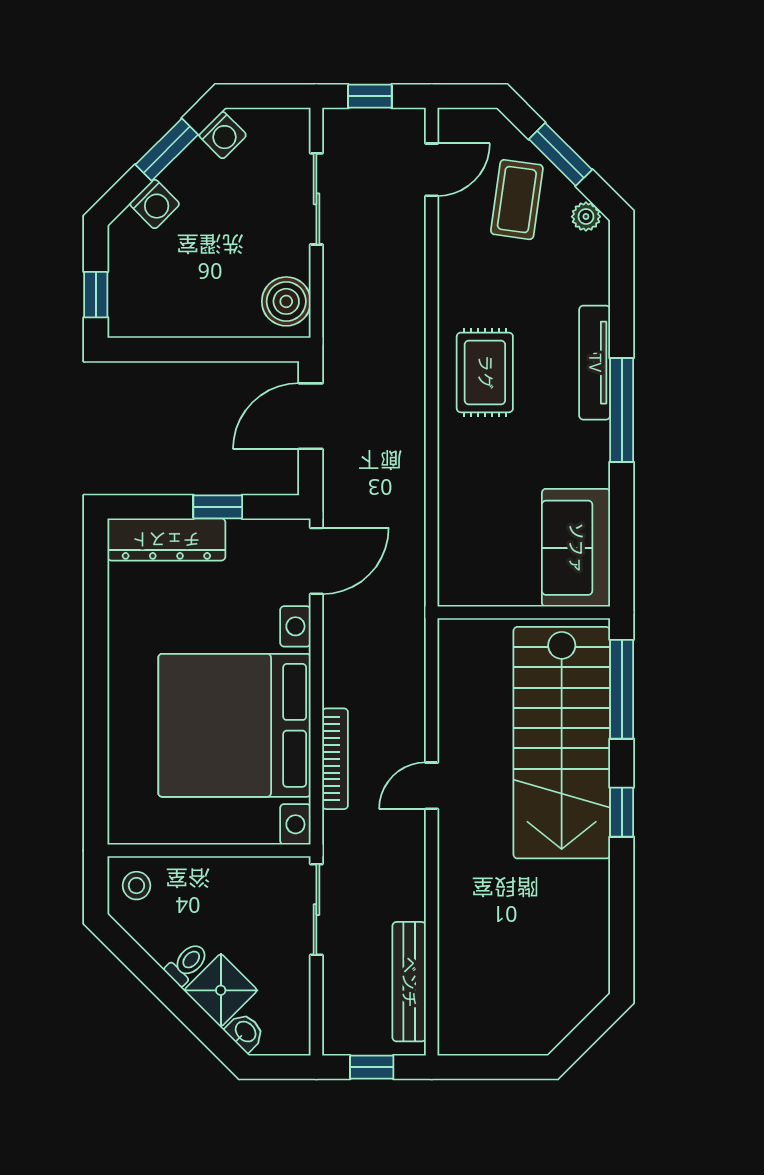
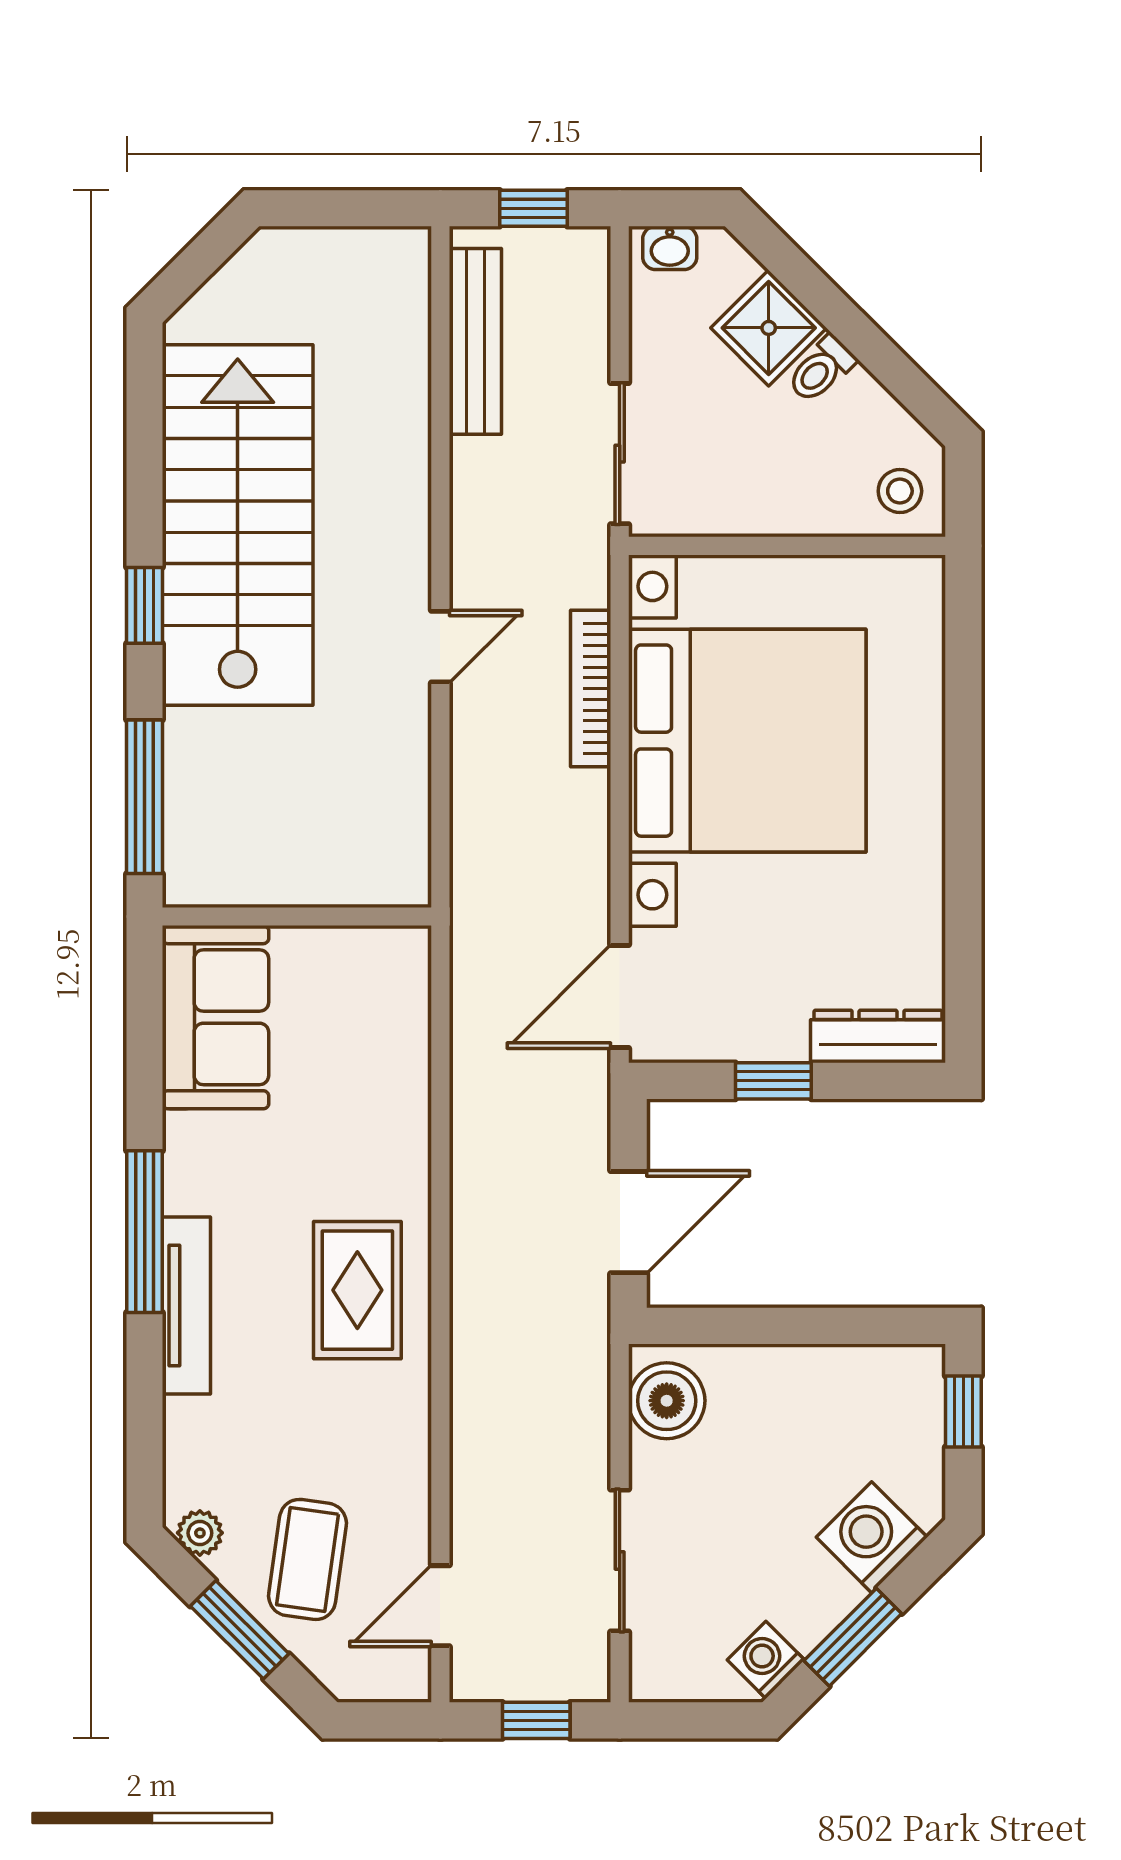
washing machine: (155, 204) -> (872, 1537), width x1.38, depth x1.38
dresser: (166, 539) -> (878, 1037), width x0.73, depth x0.80
stairs: (562, 743) -> (238, 525), moved
washbasin: (245, 1032) -> (670, 248), moved, turned -45

